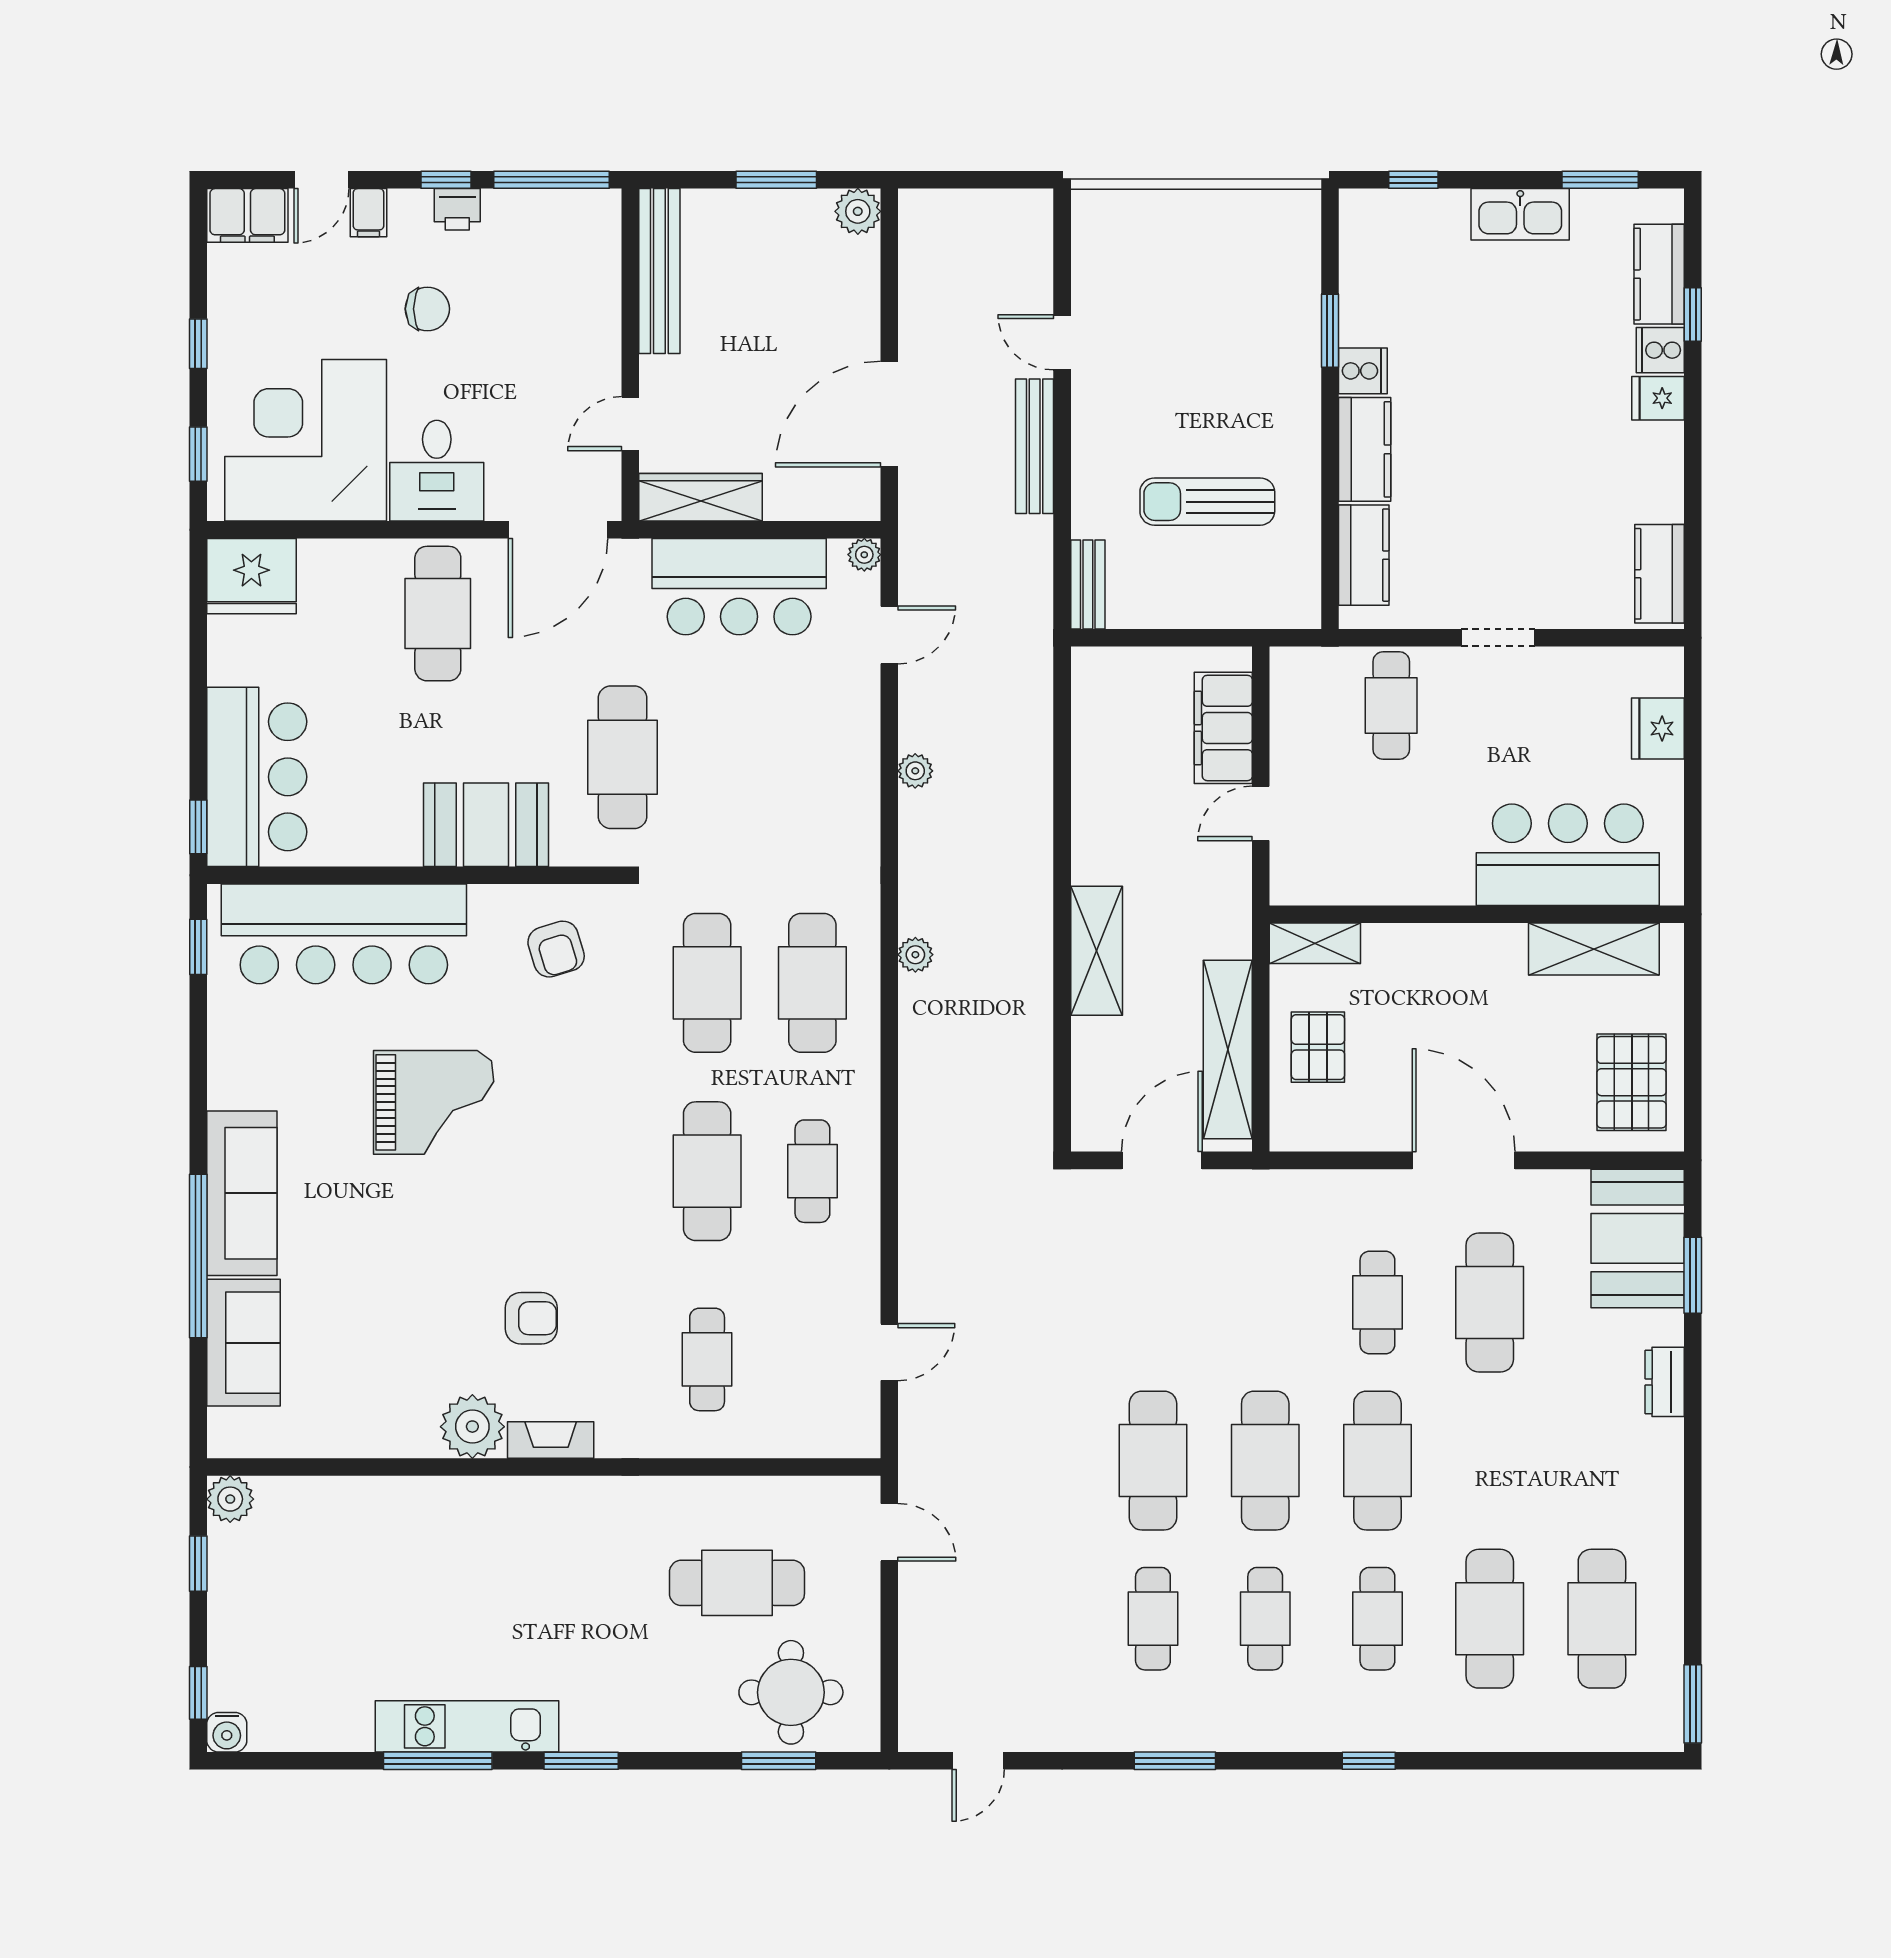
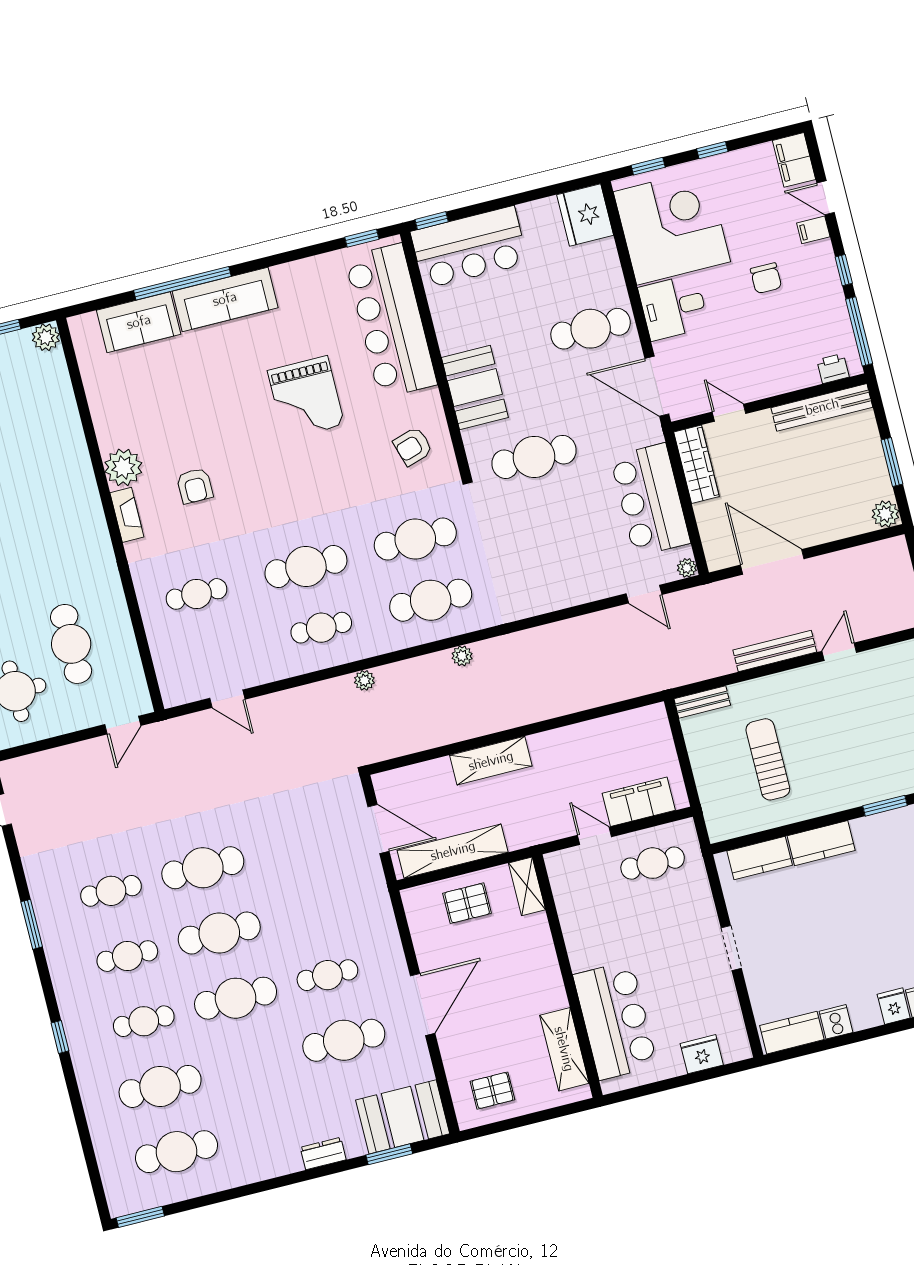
printer: (457, 209) -> (833, 368), moved, turned 90
cooker: (1363, 371) -> (836, 1022), moved, turned 180
cafe table: (1391, 705) -> (653, 863), moved
plant: (915, 771) -> (364, 680), moved
pallet: (1632, 1082) -> (492, 1091), width x0.67, depth x0.71

